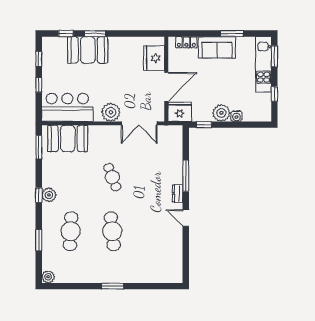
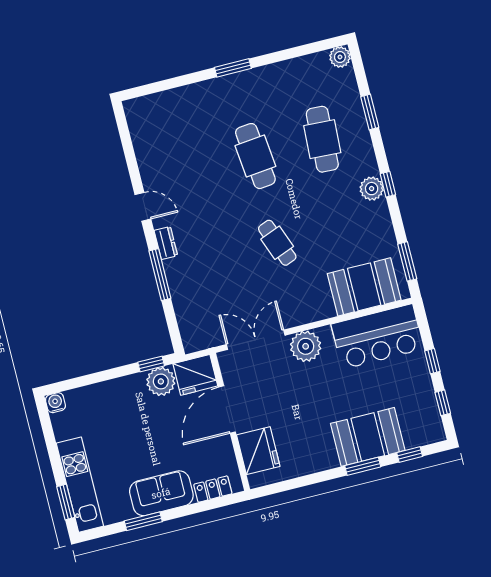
window: (274, 94) -> (51, 441), removed
plant: (221, 113) -> (161, 381), moved
water cooler: (237, 116) -> (55, 403), moved

